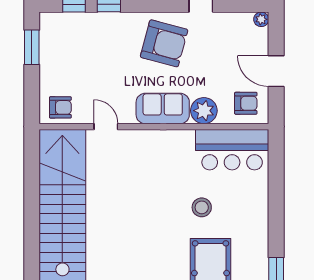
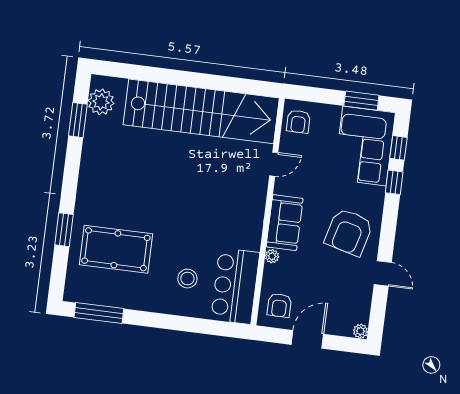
corner sofa: (76, 38) -> (365, 146), added
plant: (204, 111) -> (272, 256), width x0.53, depth x0.53
stool: (202, 207) -> (187, 279), moved

